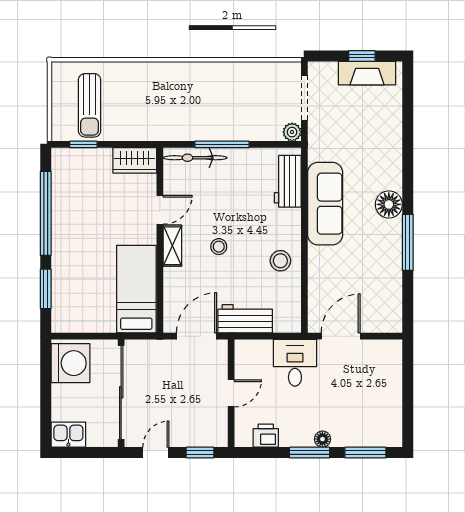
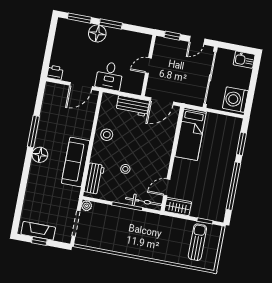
door: (160, 210) -> (167, 187), moved
shelving: (172, 246) -> (166, 155), removed
stool: (219, 247) -> (125, 169), moved
printer: (266, 436) -> (55, 73), moved, turned 180
floor lamp: (322, 439) -> (97, 33), width x1.89, depth x1.89

